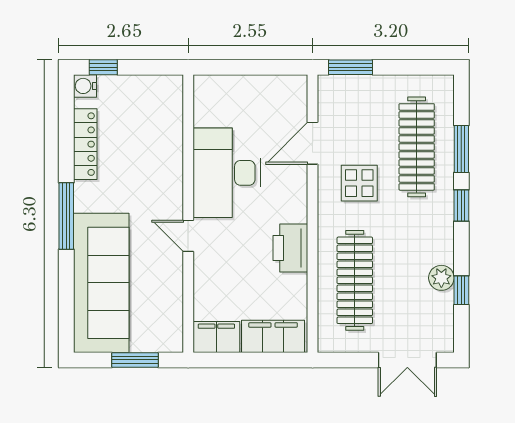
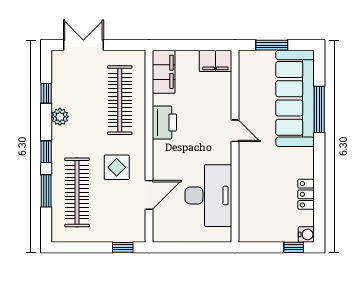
window: (351, 67) -> (123, 247), width x0.67
locker: (85, 144) -> (306, 194), width x0.66
desk: (227, 173) -> (208, 196), moved
window: (66, 216) -> (319, 109), moved
plant: (441, 278) -> (60, 117), moved
filing cabinet: (273, 336) -> (164, 72), moved, turned -90

